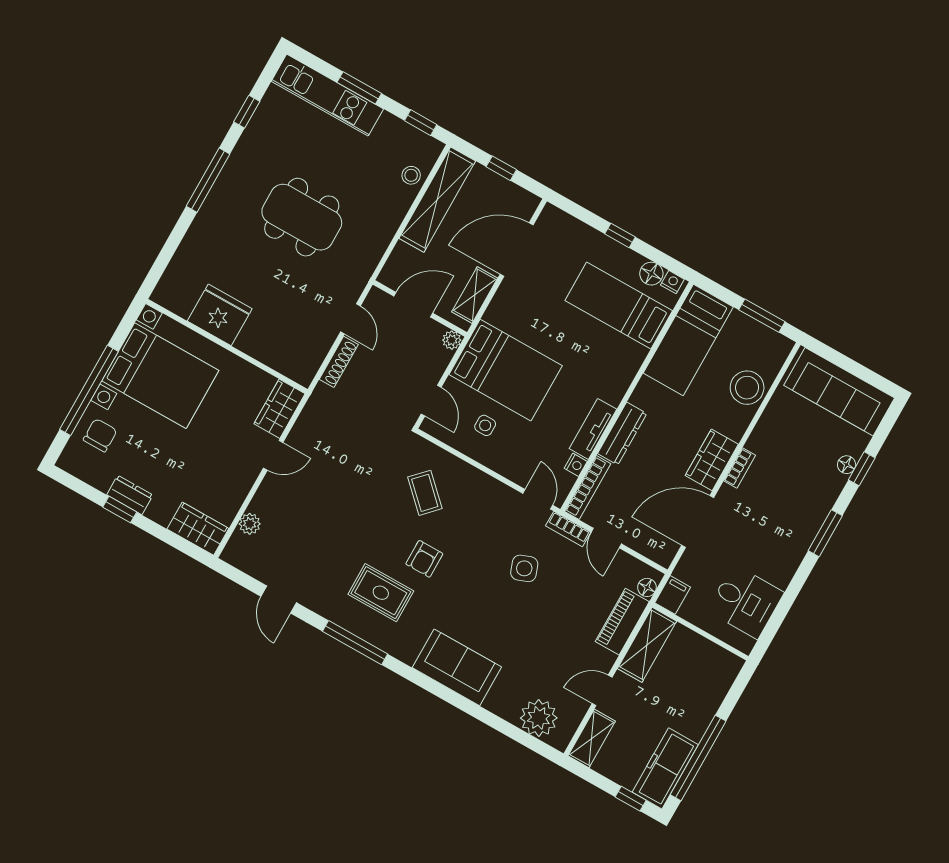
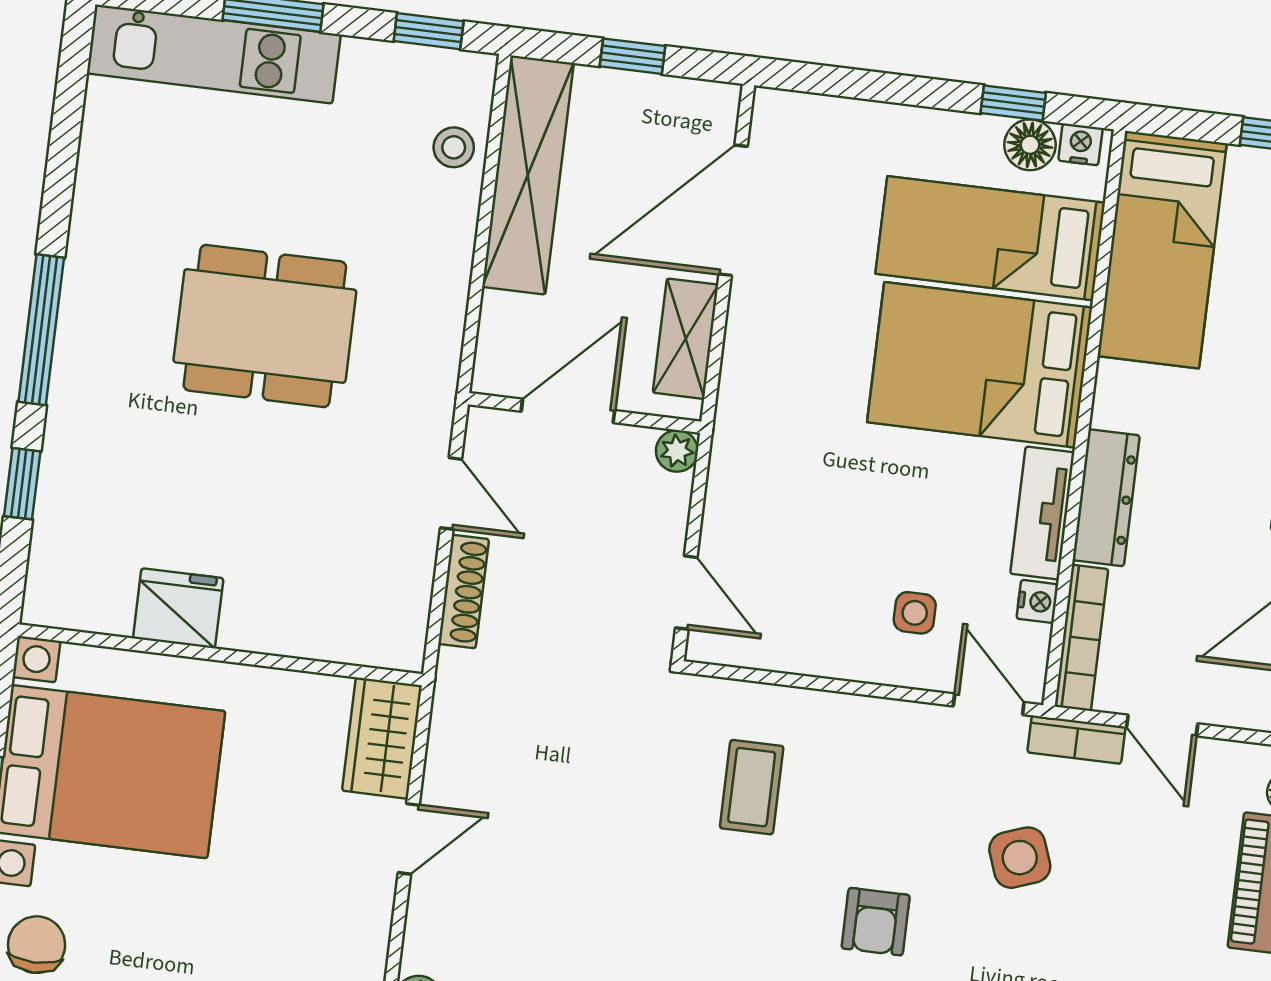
window: (247, 112) -> (22, 484), moved
window: (620, 235) -> (1013, 103), moved
fridge: (220, 315) -> (178, 608), width x0.73, depth x0.75
bed: (506, 370) -> (980, 365), moved, turned 180
side table: (485, 425) -> (915, 613), moved
coffee table: (425, 493) -> (752, 787), turned 46
armchair: (424, 559) -> (876, 922), moved

